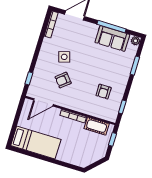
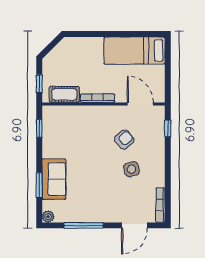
sofa: (112, 38) -> (54, 179), moved, turned 90
armchair: (104, 92) -> (69, 141), removed
door: (43, 102) -> (140, 104), hinge flipped

